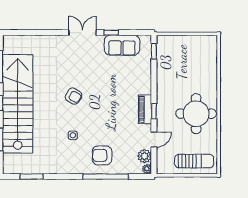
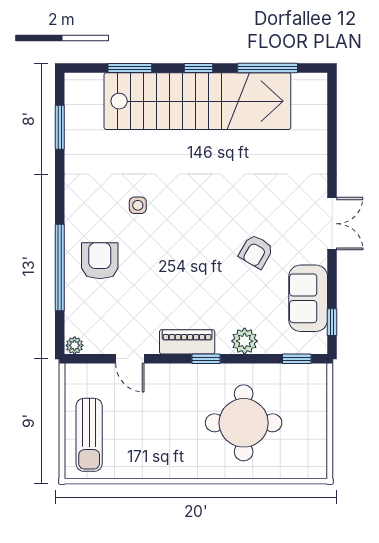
window: (111, 33) -> (332, 322), moved
armchair: (74, 96) -> (256, 251), moved
window: (154, 111) -> (206, 359), moved
round table: (196, 114) -> (244, 423), moved
plant: (145, 156) -> (245, 341), moved

